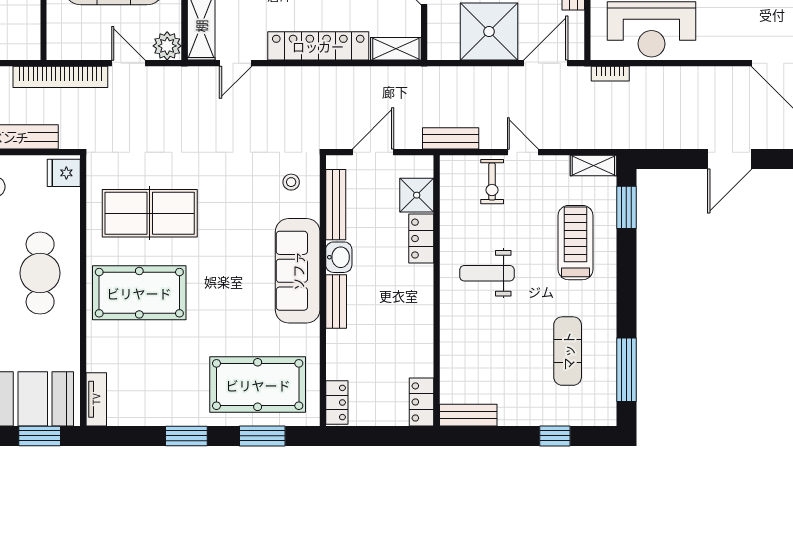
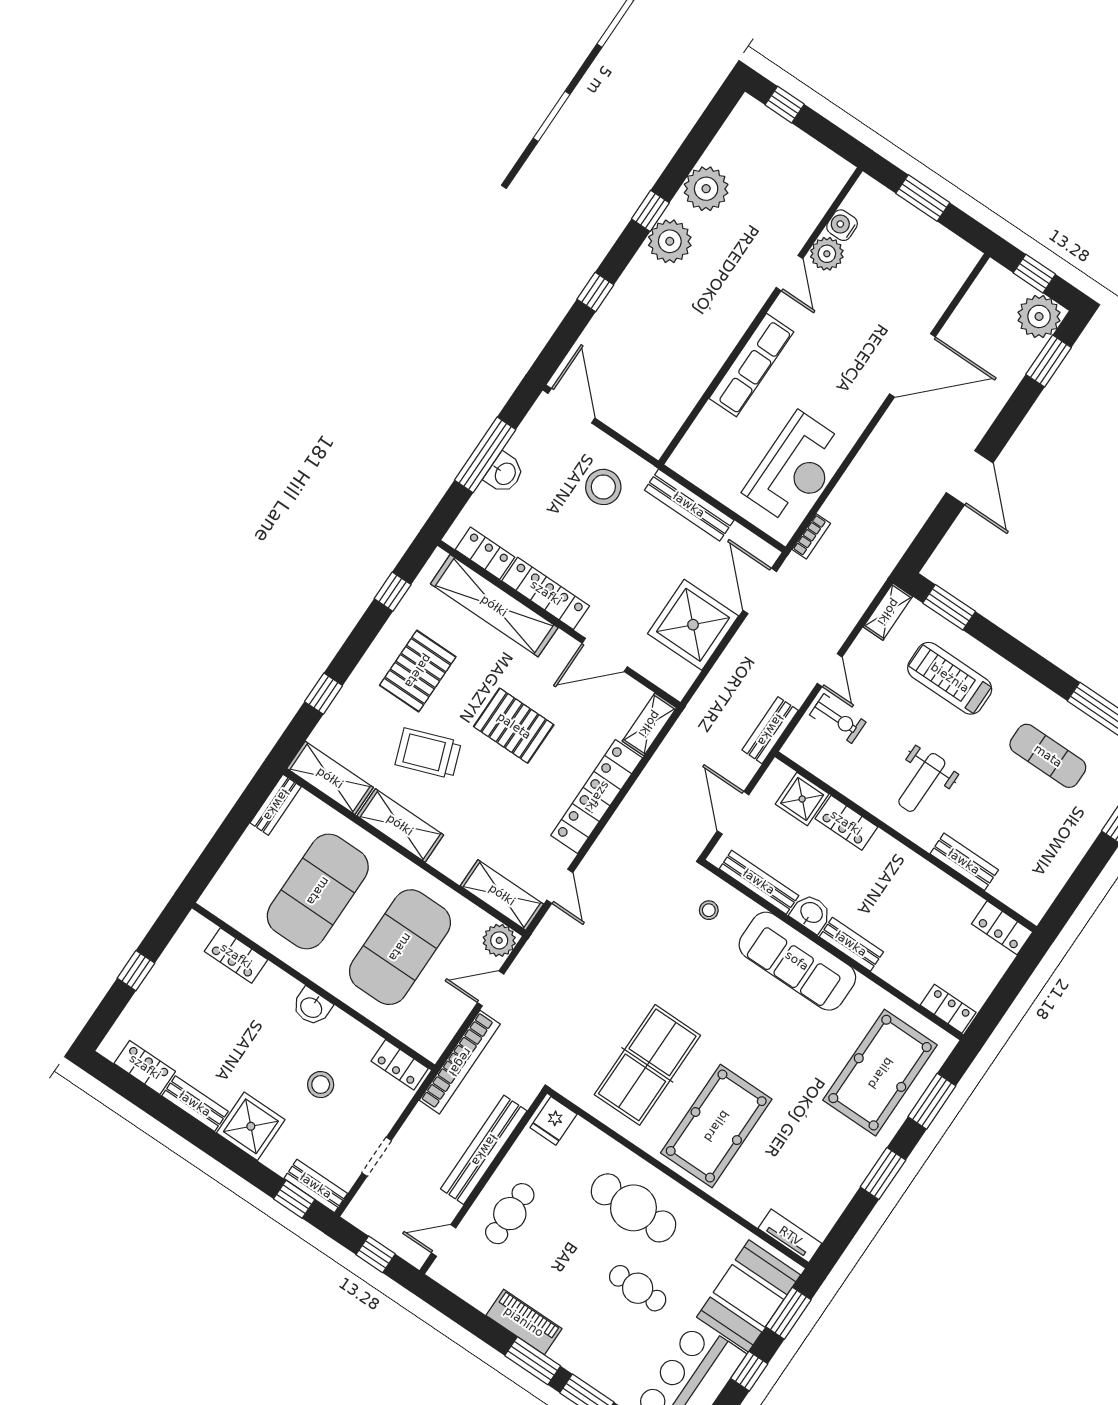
locker: (29, 35) -> (400, 1065), added
door: (523, 152) -> (830, 670), swing flipped
bench: (468, 415) -> (964, 862), moved, turned 90

